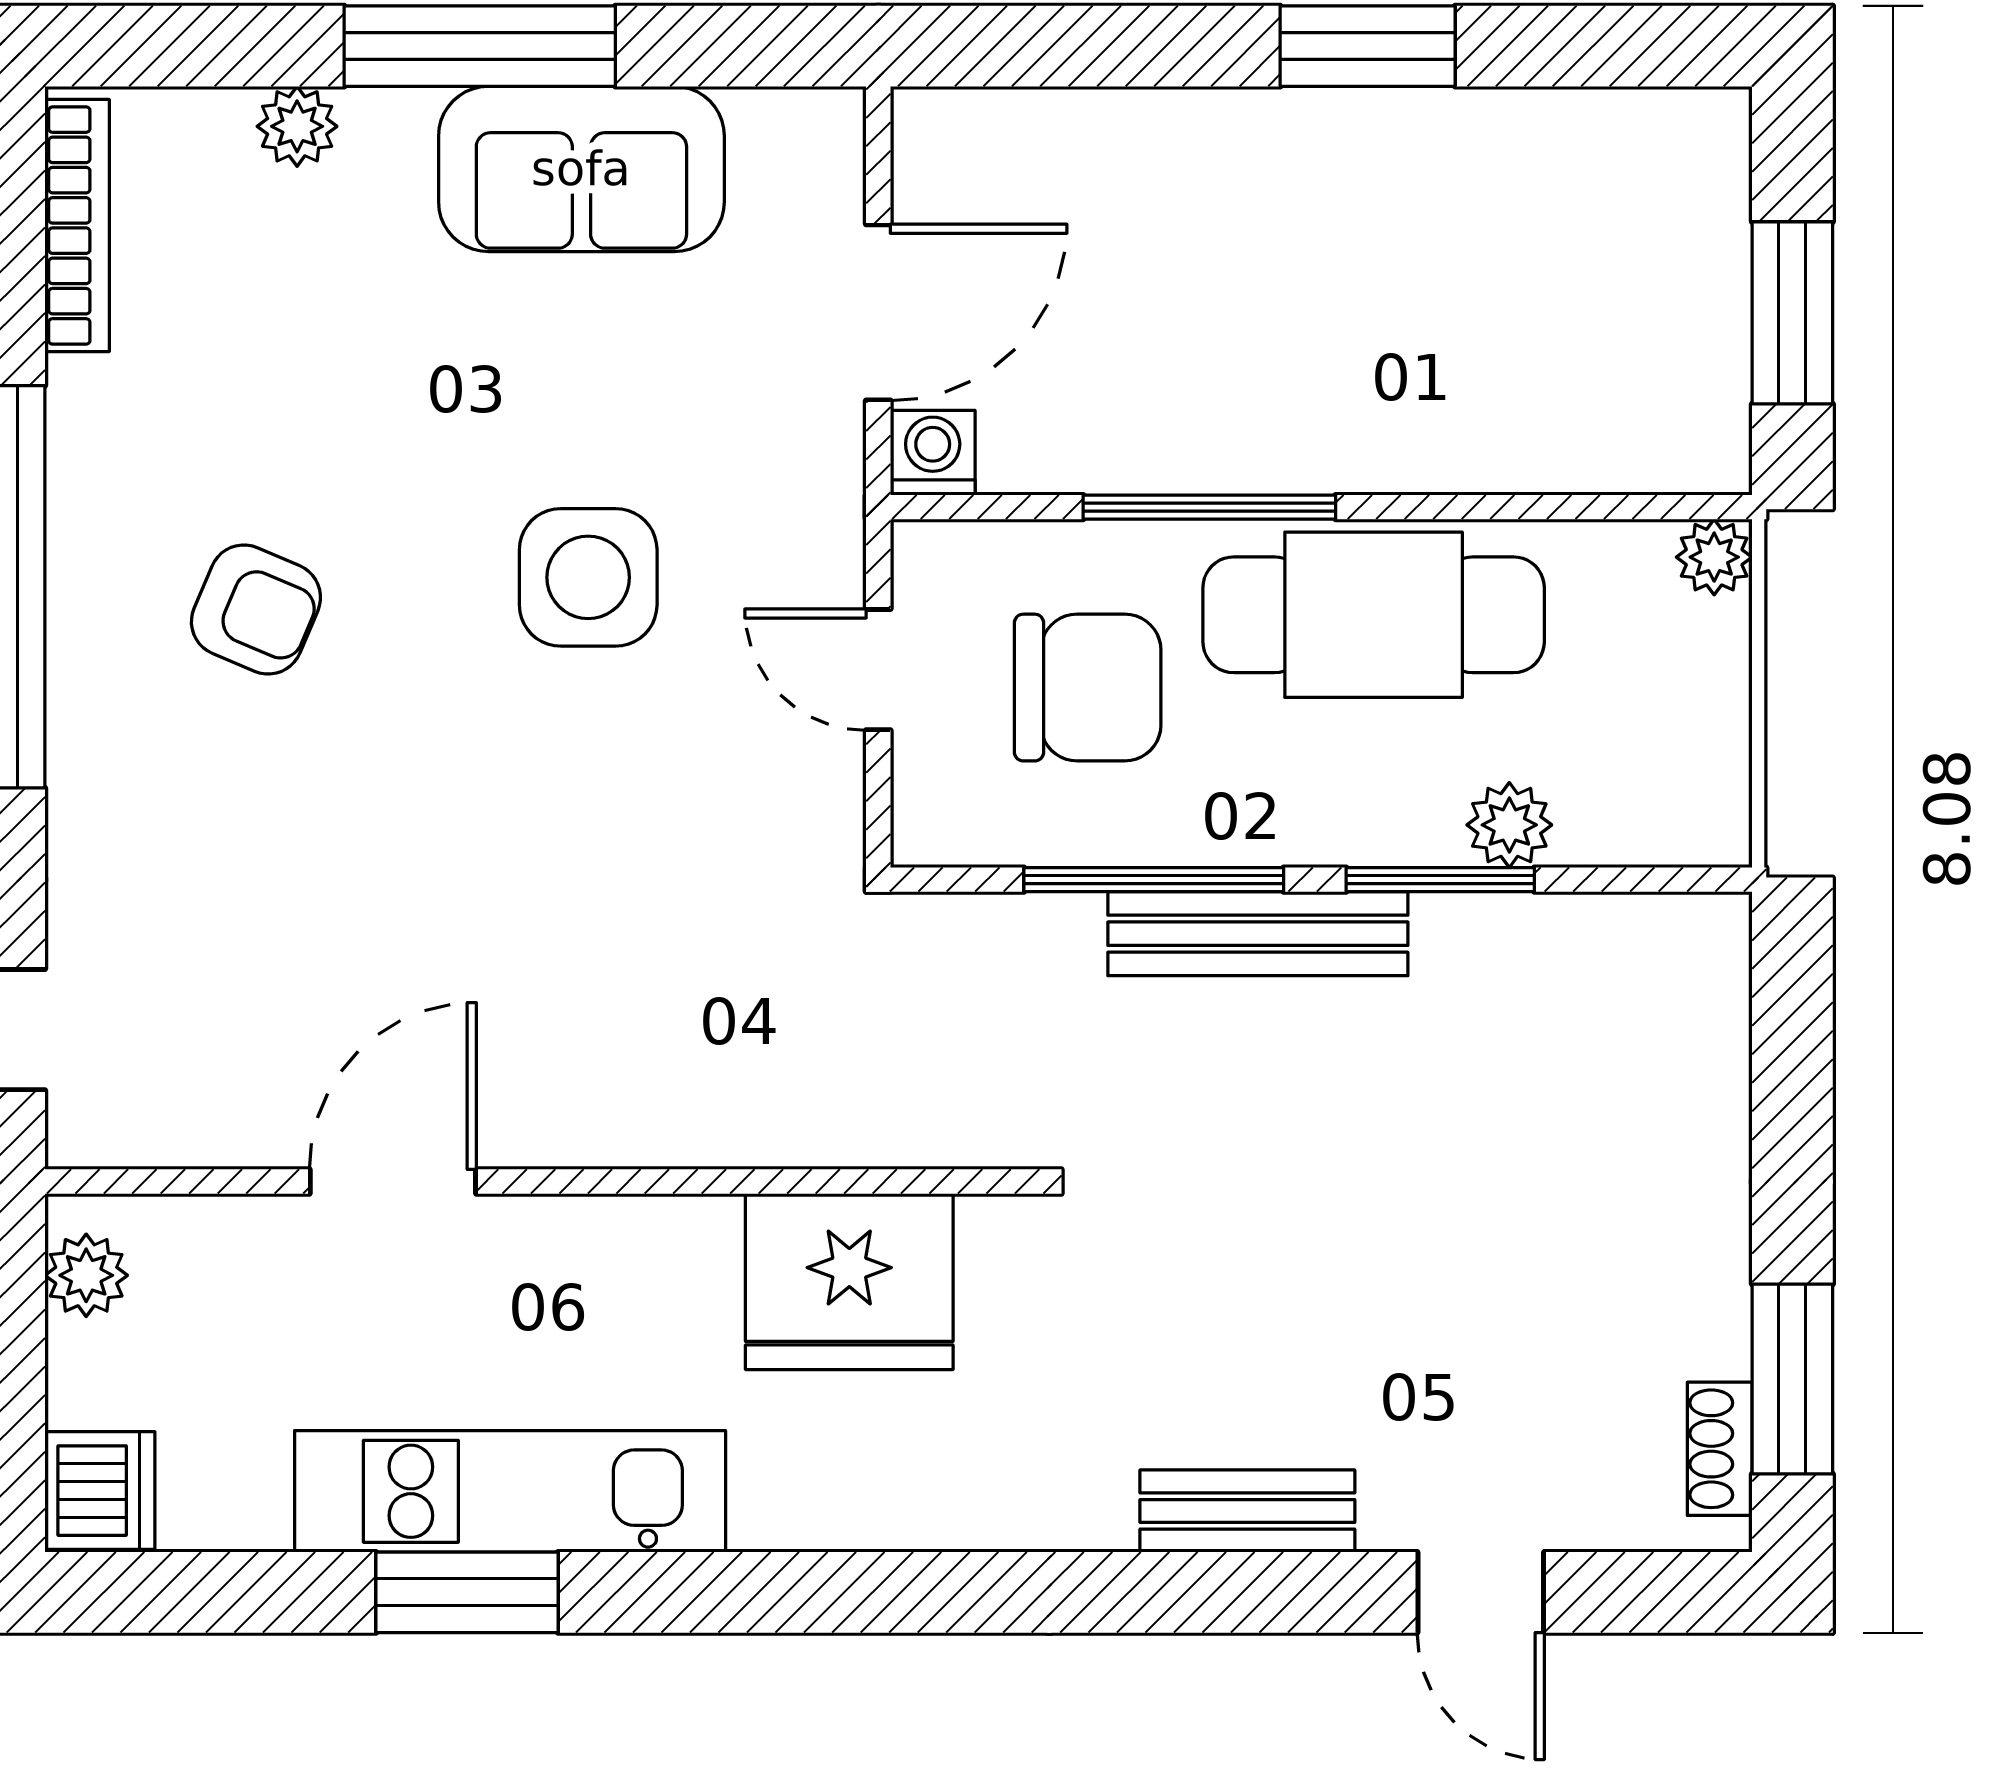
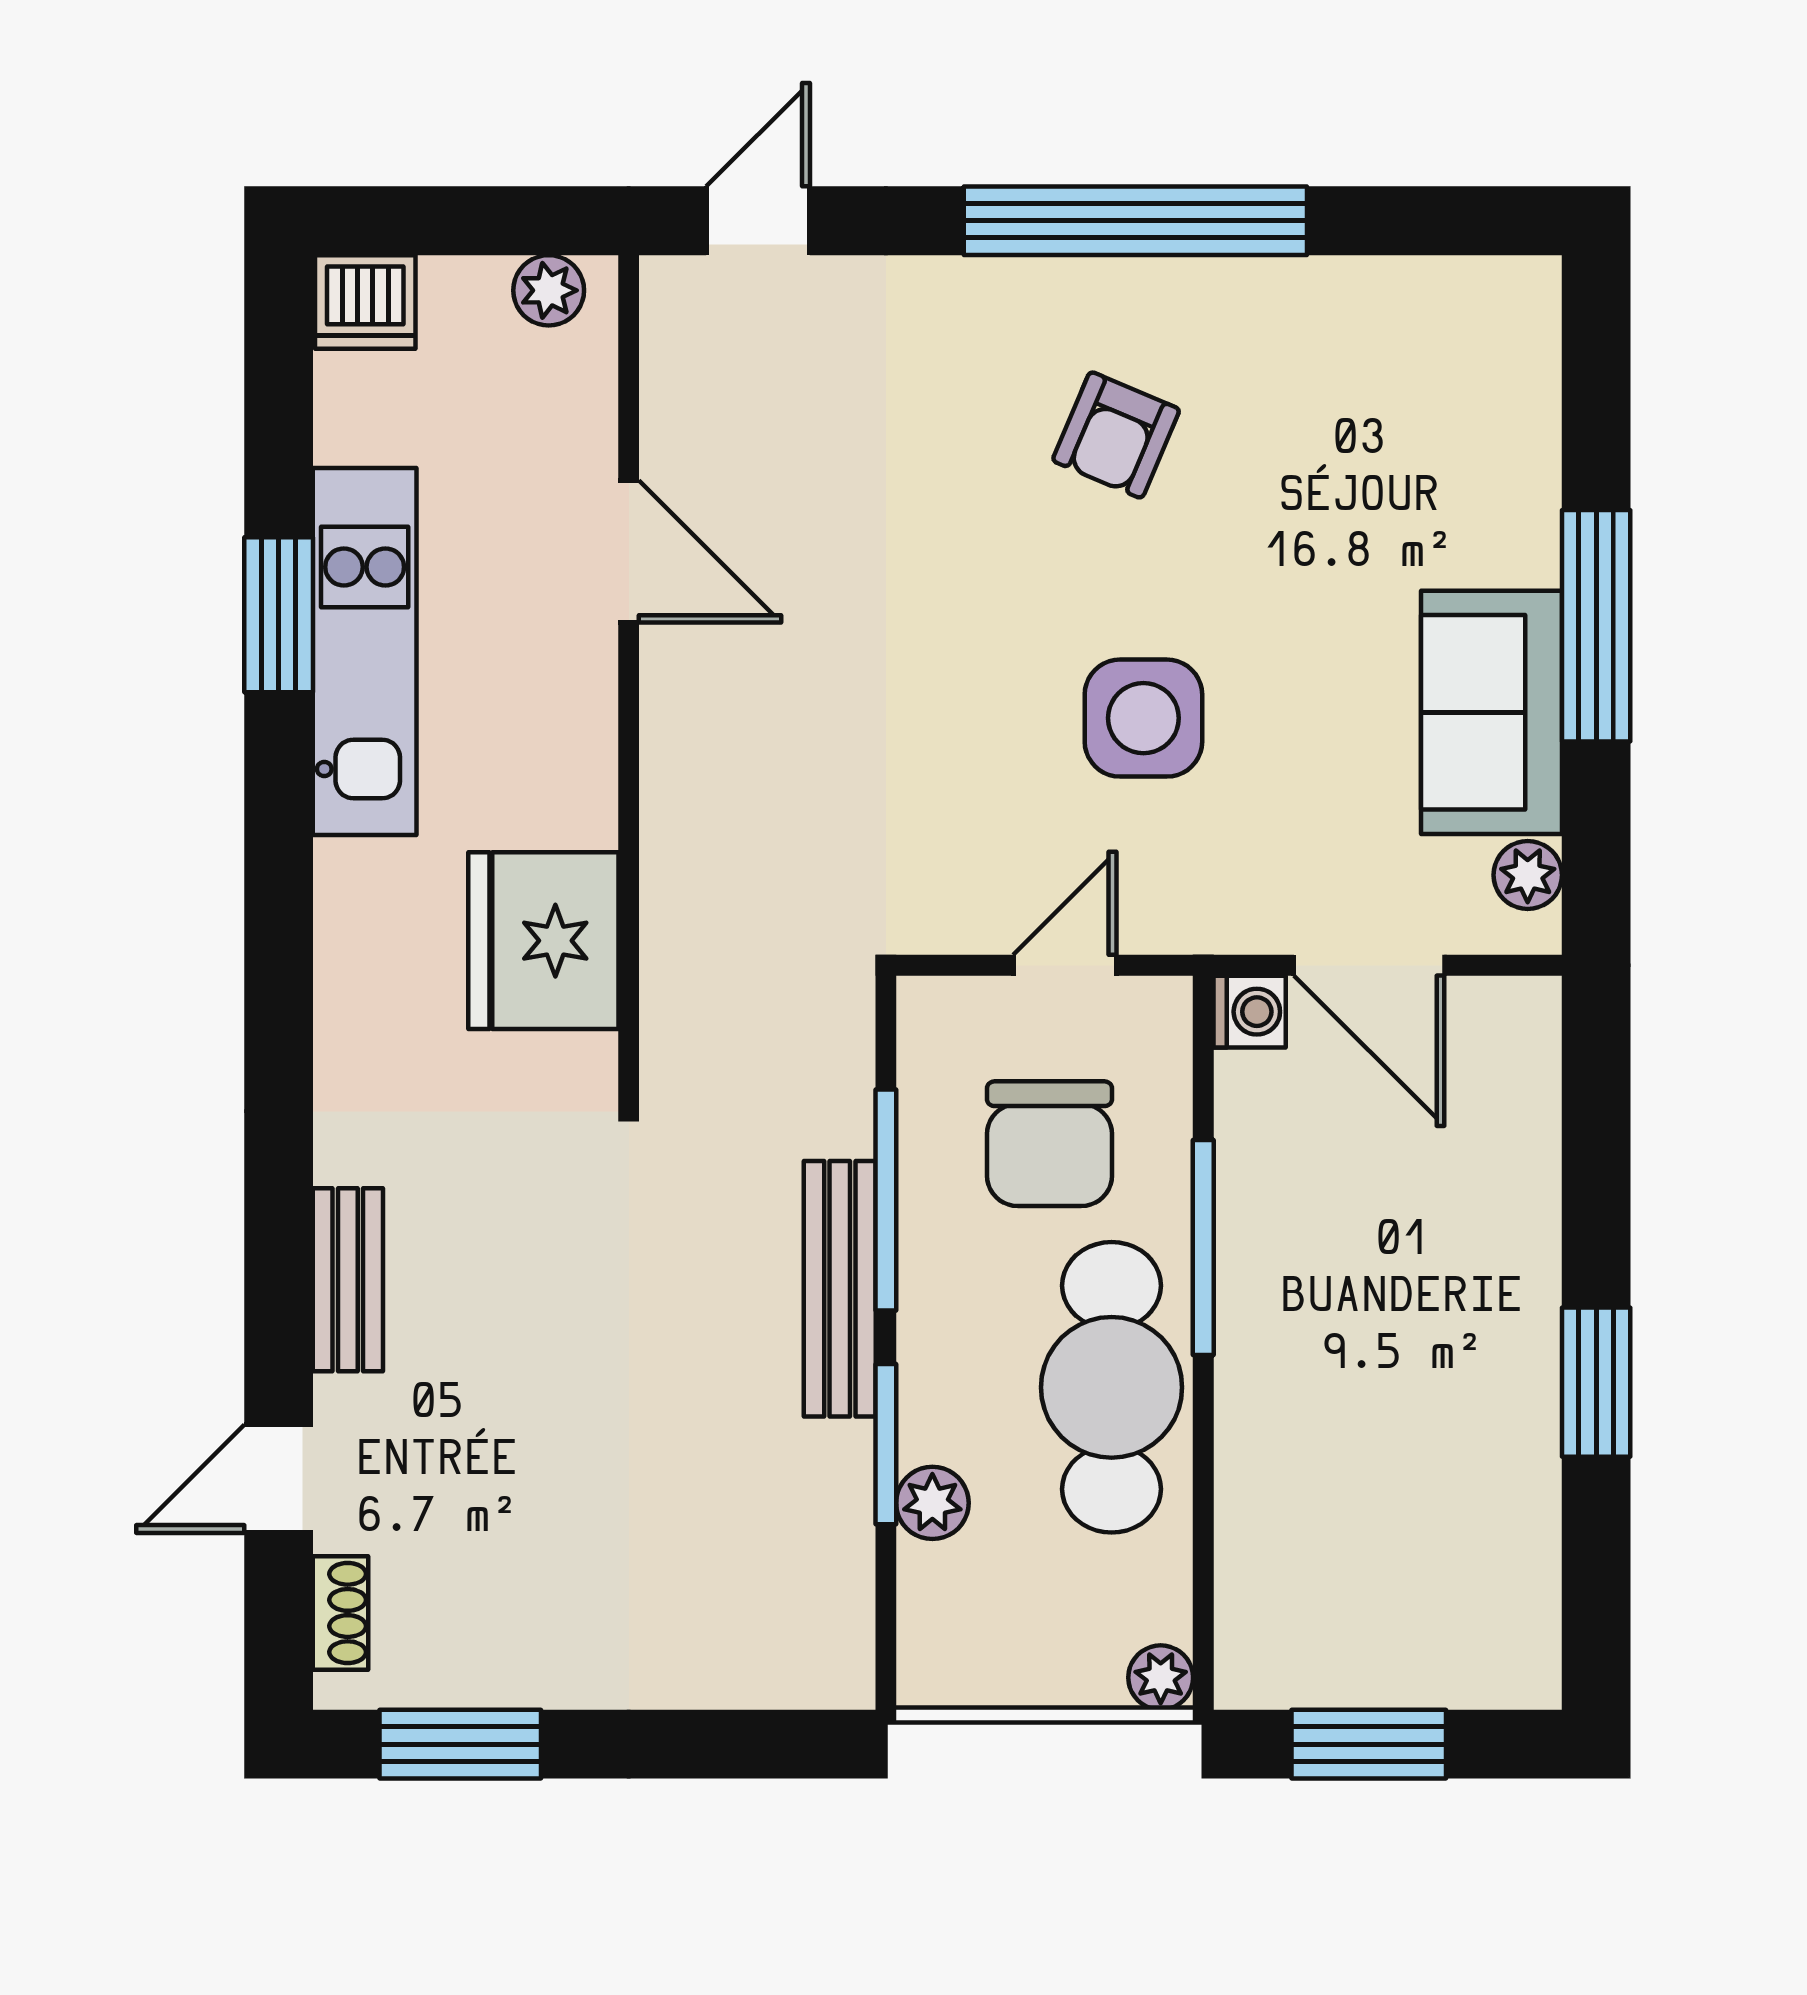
plant: (297, 126) -> (1528, 875), moved
bookcase: (77, 226) -> (1443, 283), removed
shoe rack: (1720, 1449) -> (340, 1613), moved, turned 90

